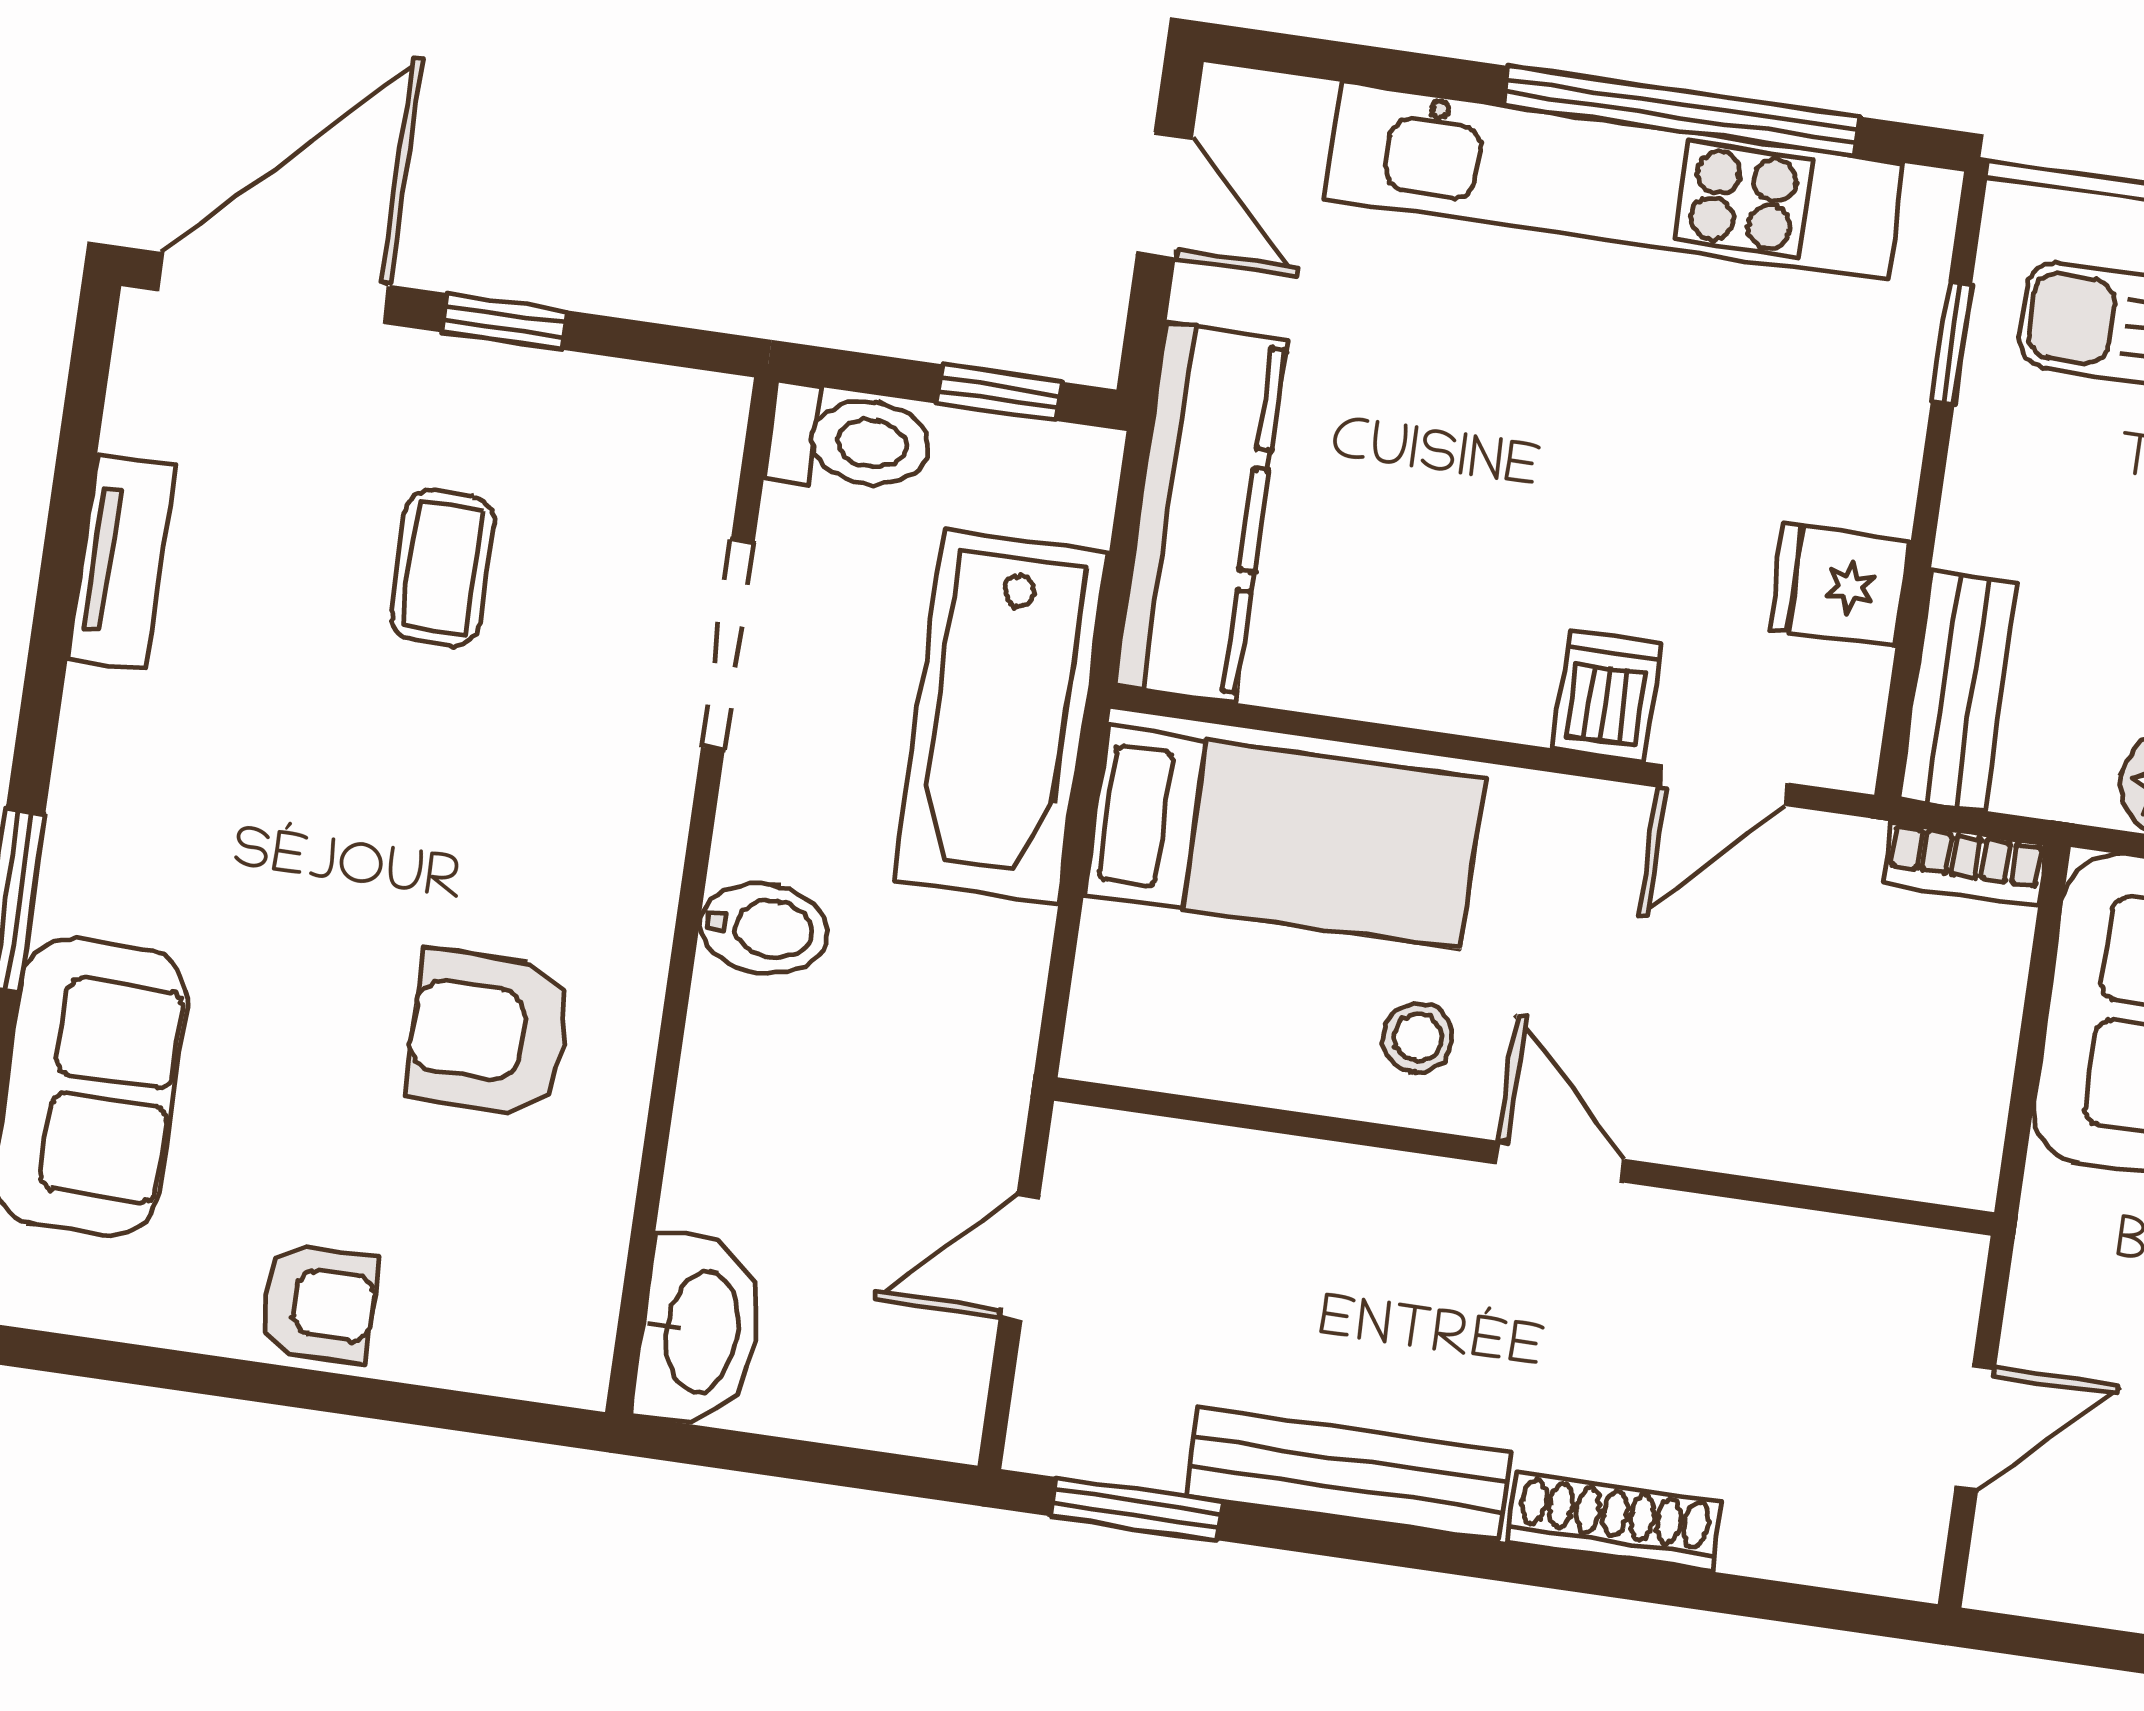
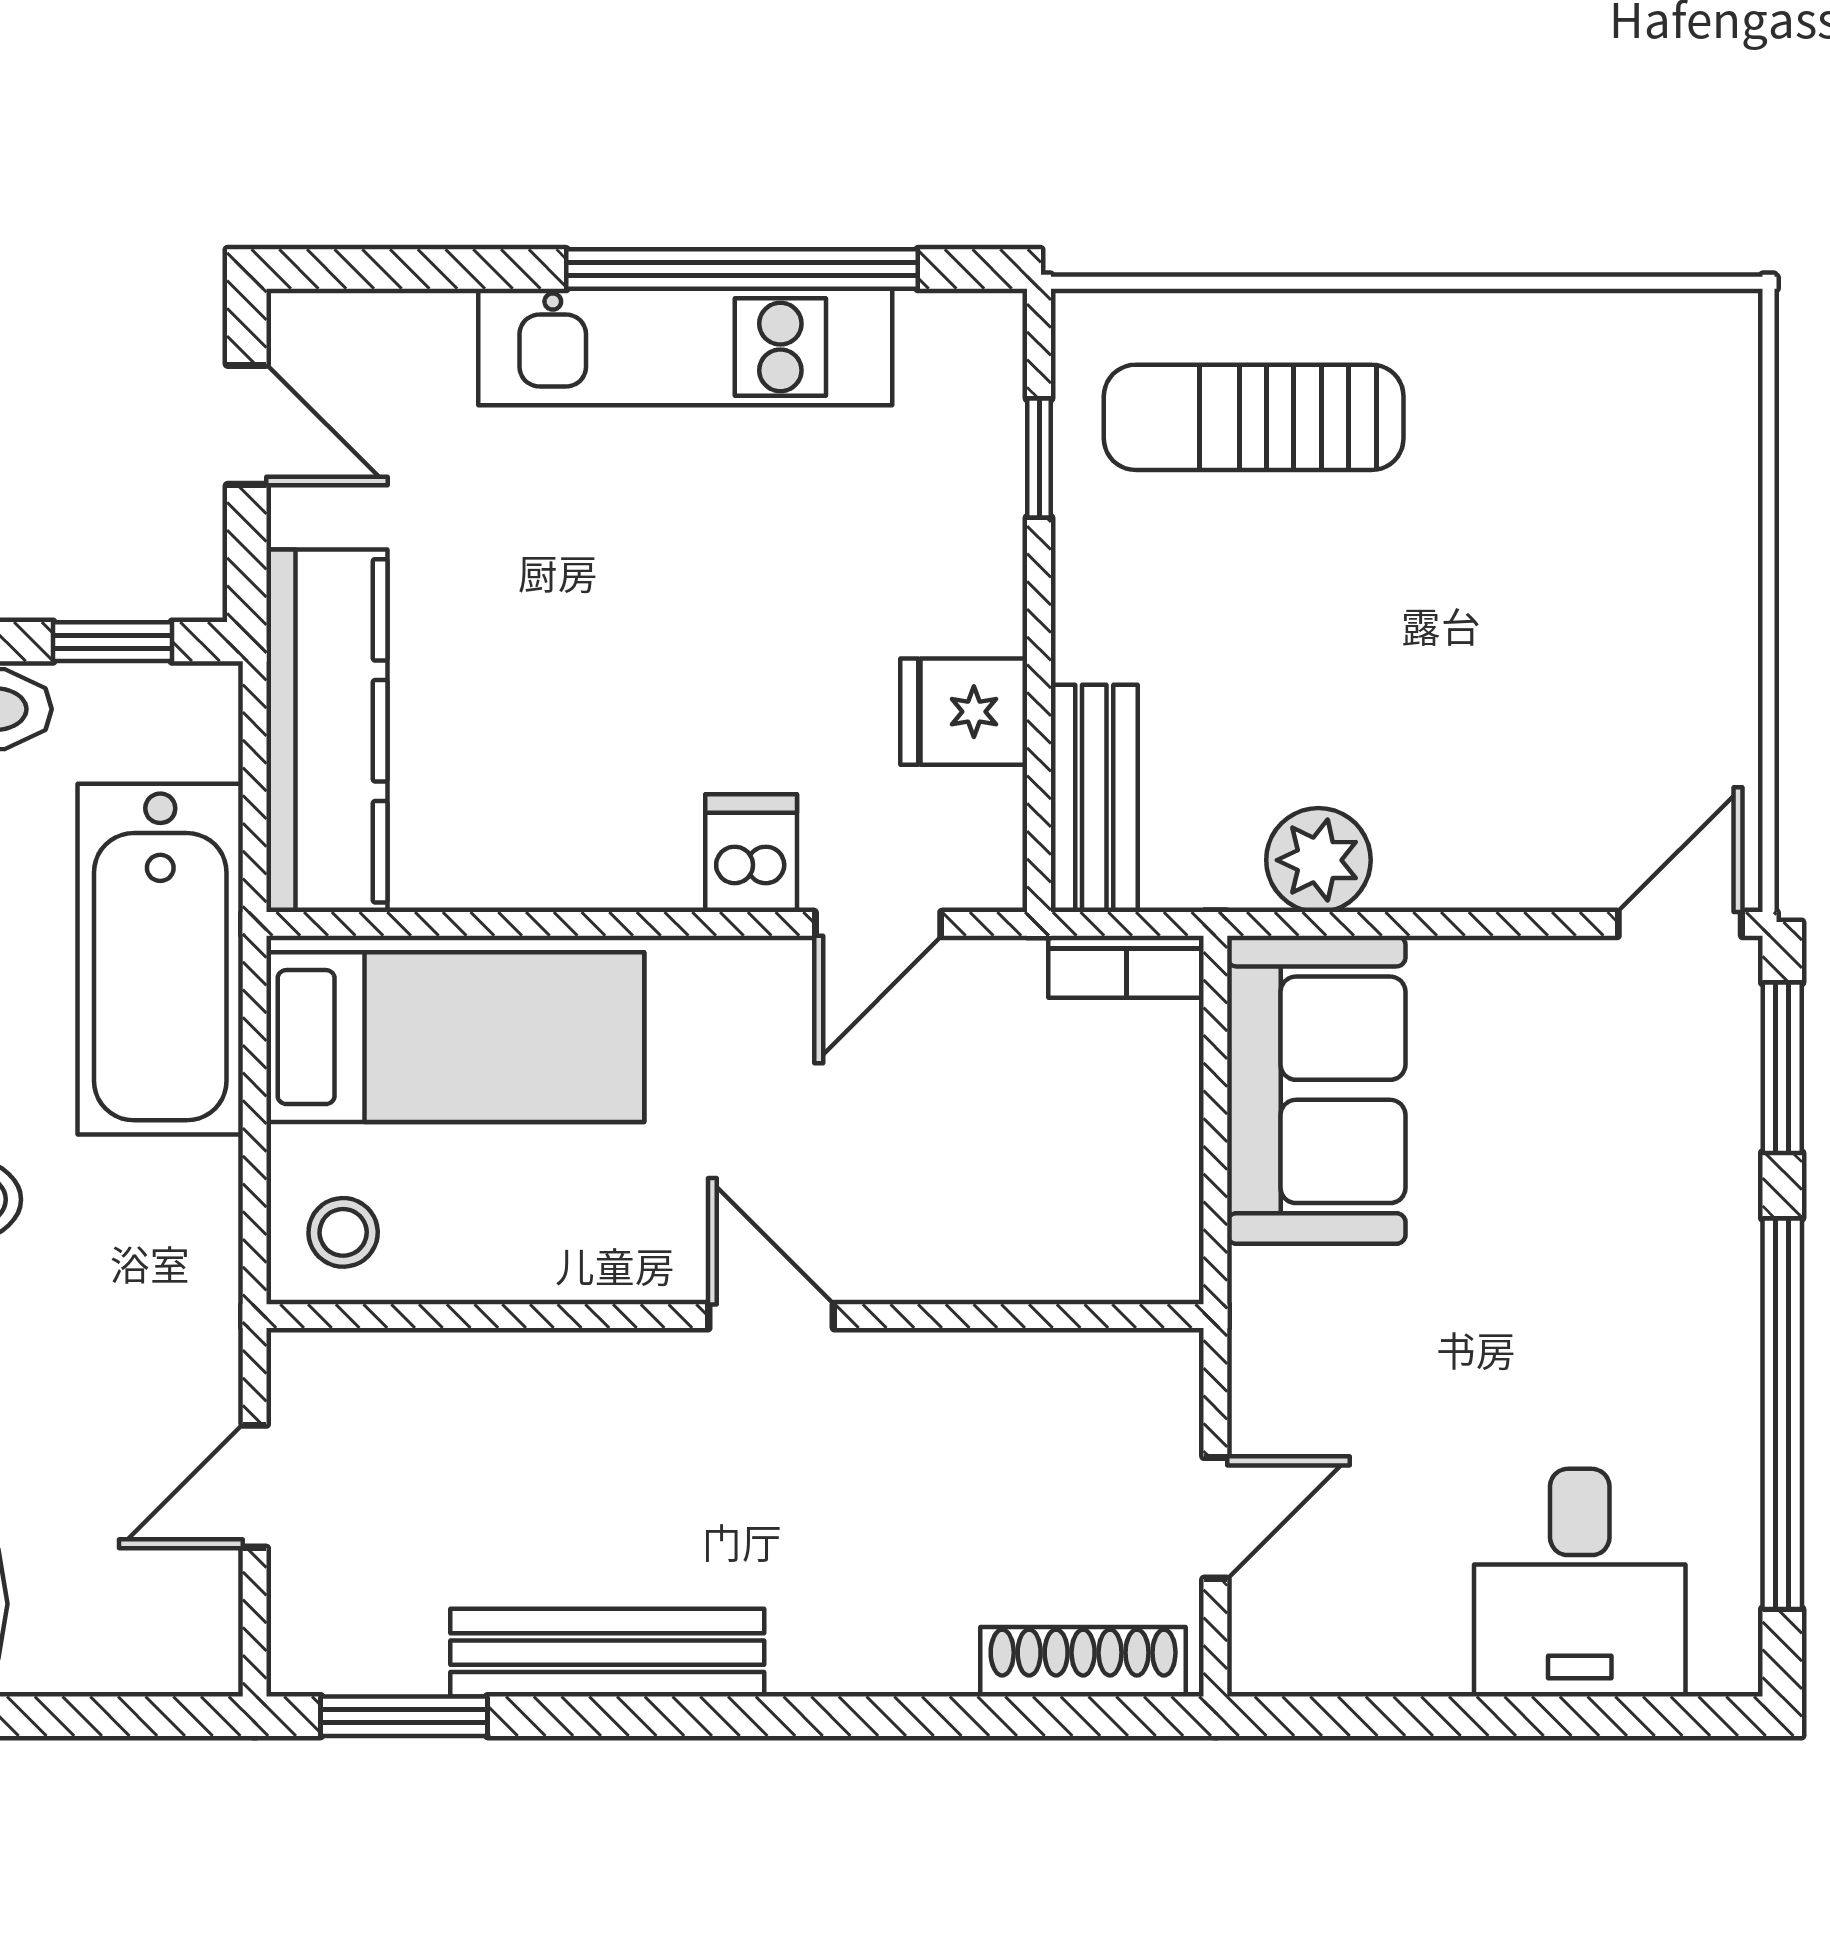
kitchen unit: (1614, 181) -> (685, 347), width x0.73
stool: (1418, 1038) -> (343, 1232), moved
shoe rack: (1614, 1522) -> (1083, 1662), moved

